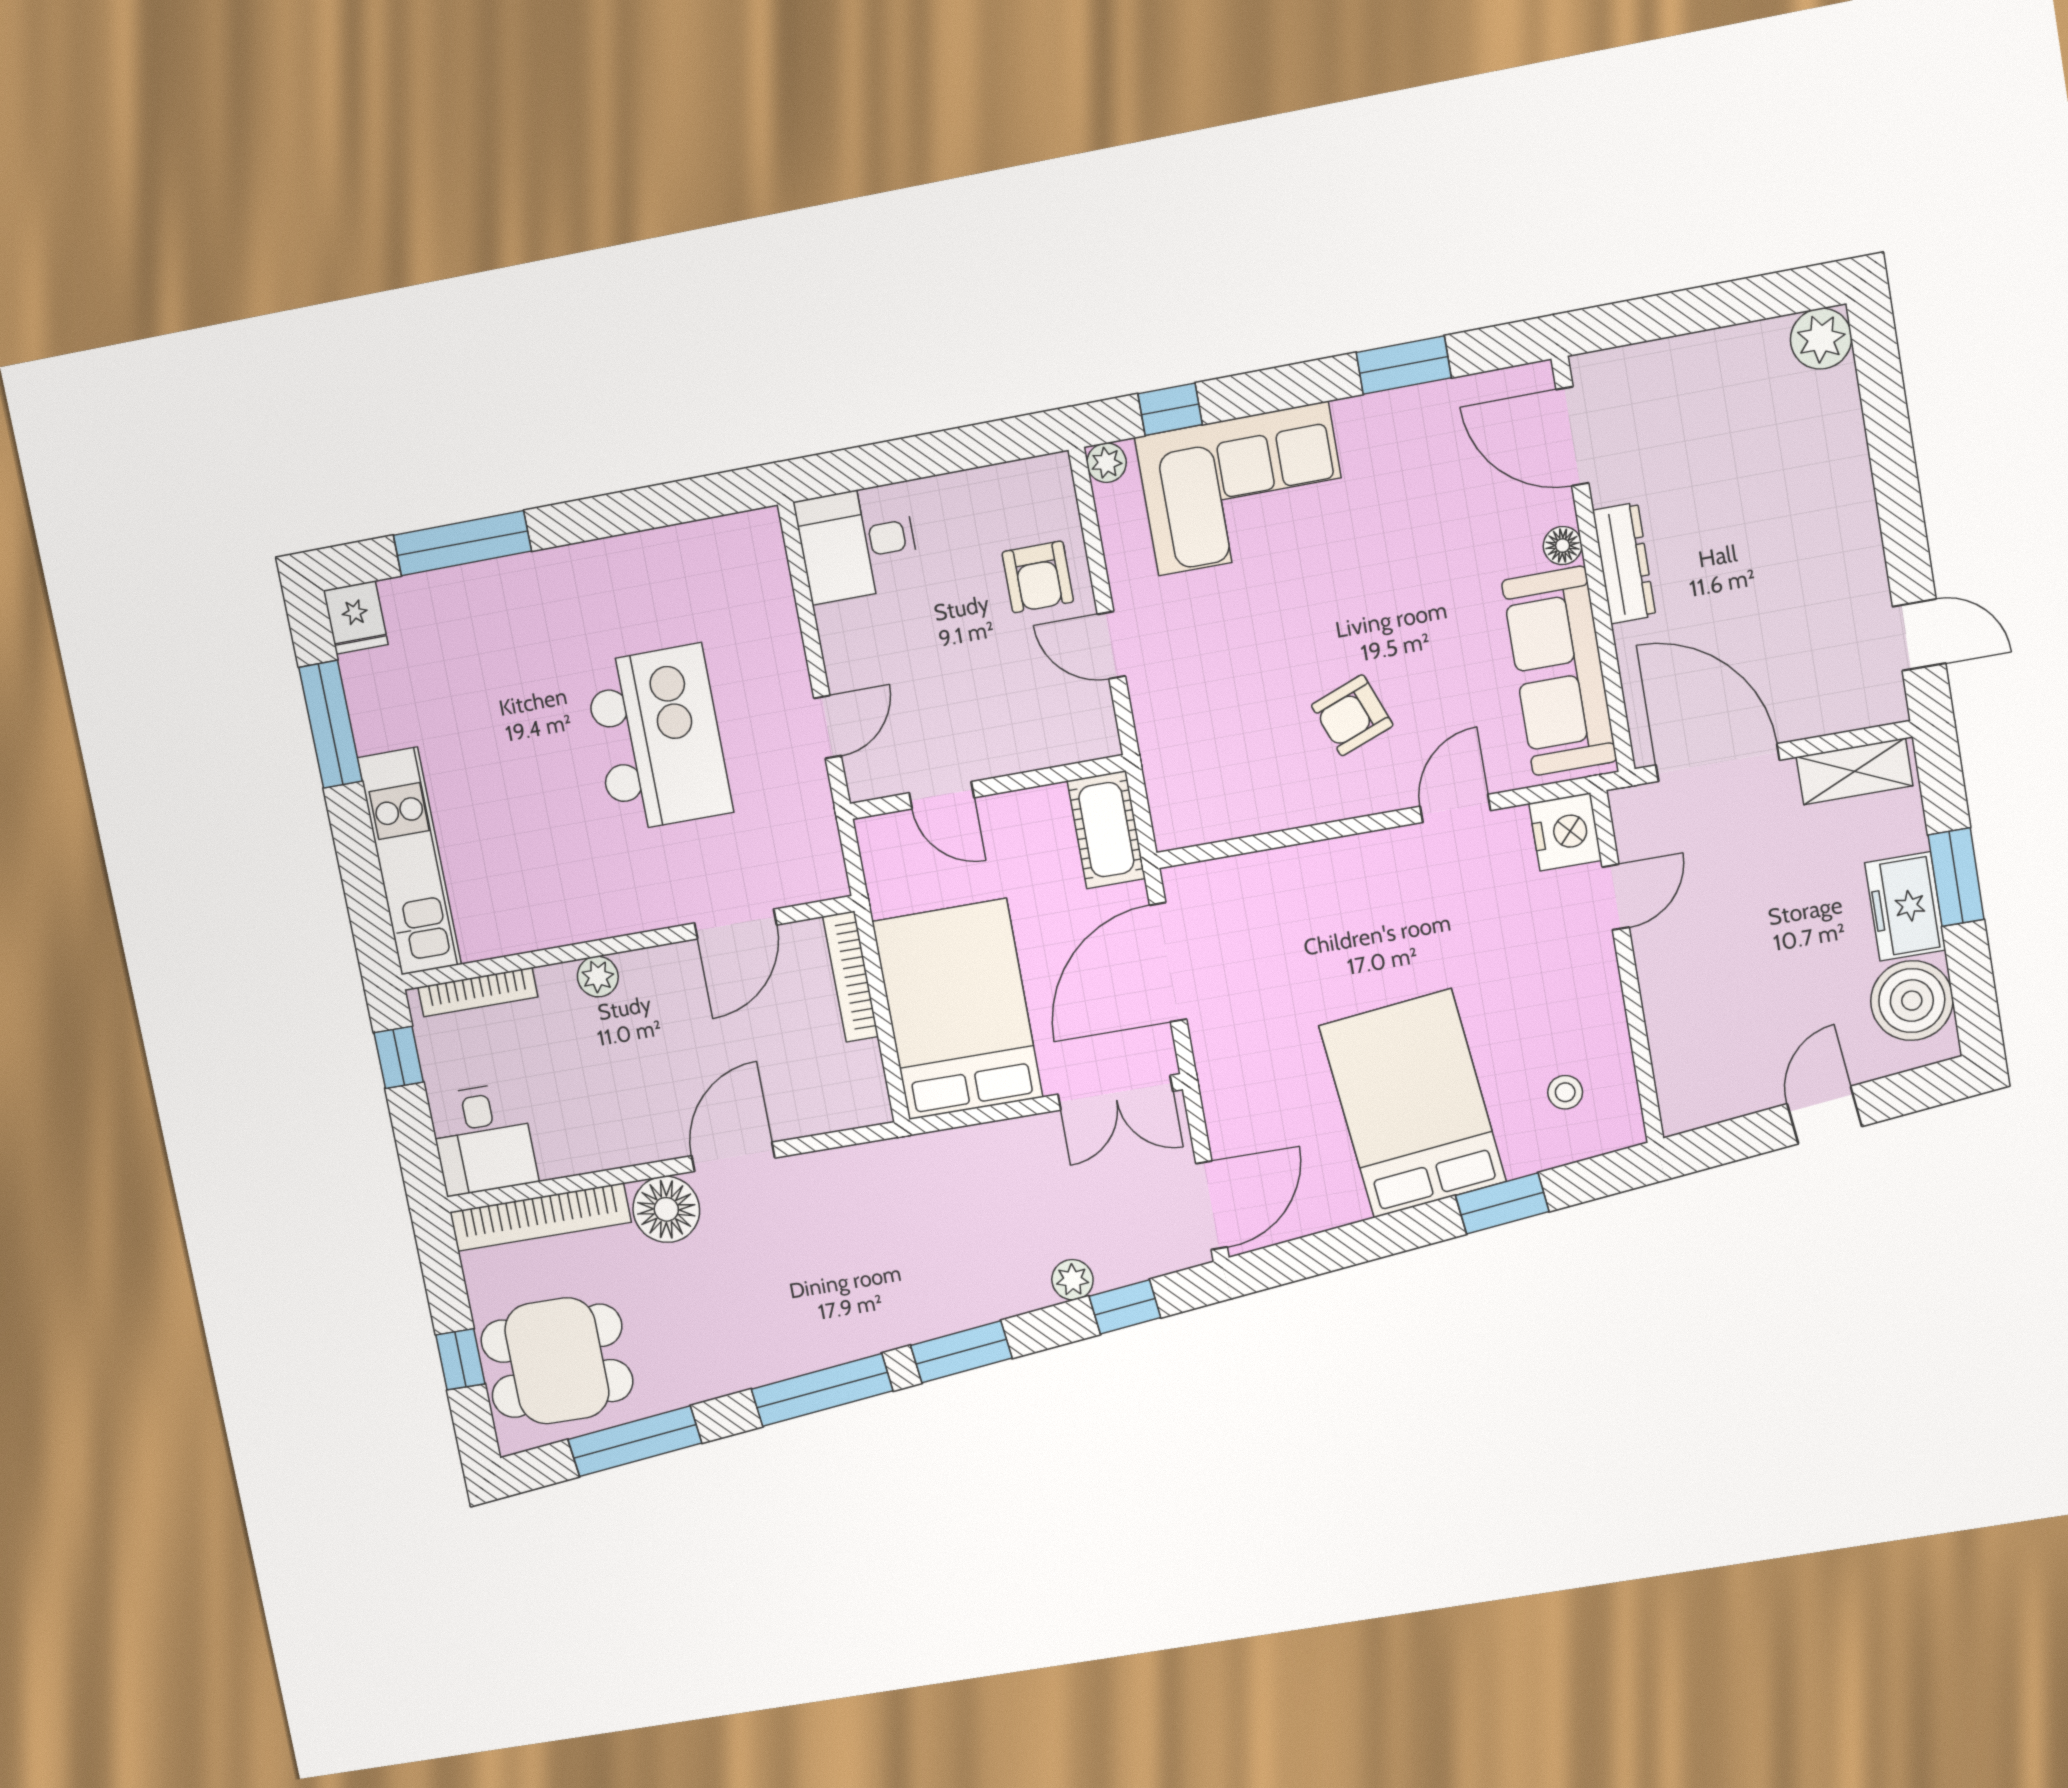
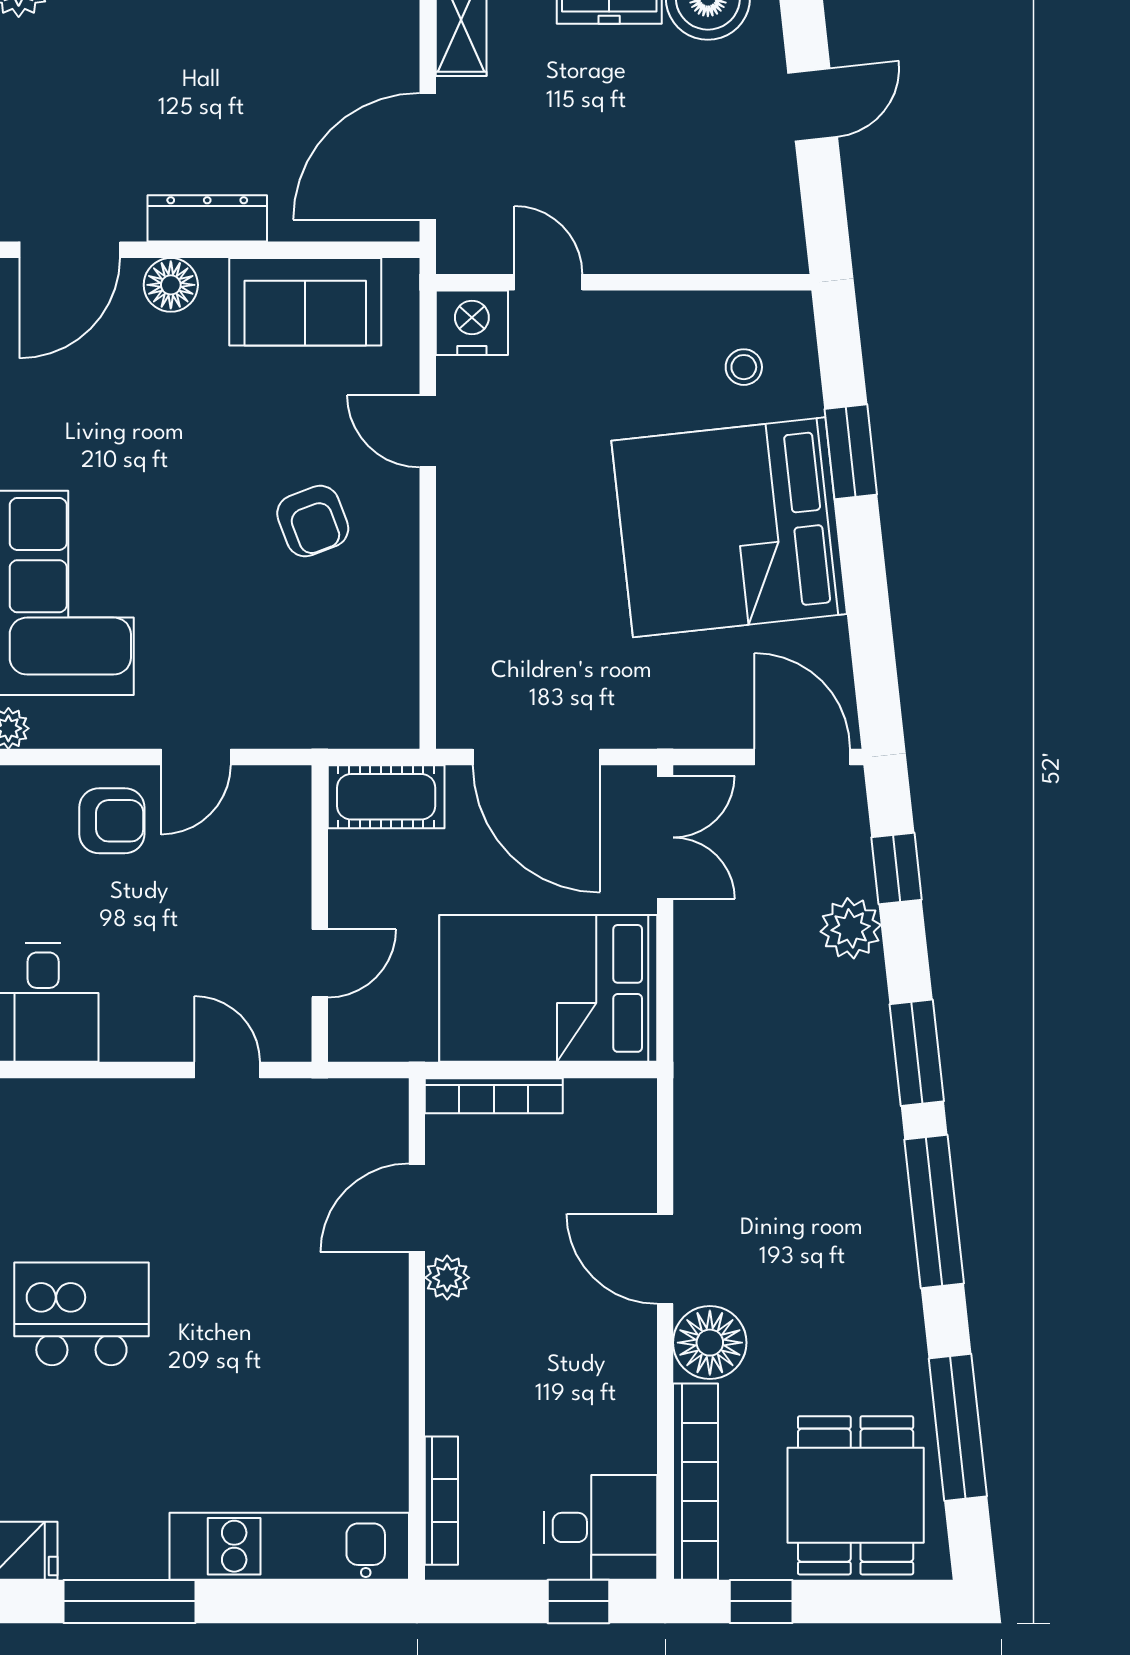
floor lamp: (1563, 546) -> (171, 285), width x1.37, depth x1.37
sofa: (1559, 671) -> (305, 302), width x0.73
kitchen island: (658, 738) -> (81, 1314), moved, width x0.73, depth x0.78
door: (736, 924) -> (417, 1208), swing flipped
plant: (598, 977) -> (447, 1278), moved
window: (399, 1057) -> (579, 1601), moved
bed: (1413, 1104) -> (729, 527), width x1.36
door: (1824, 1115) -> (813, 105), swing flipped
plant: (1072, 1280) -> (851, 928), width x1.38, depth x1.38
window: (460, 1359) -> (761, 1601), moved

